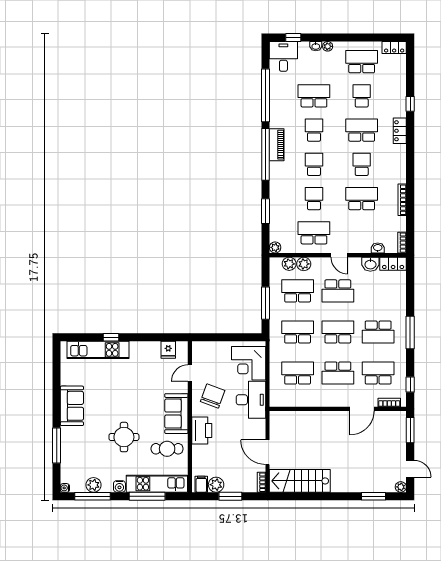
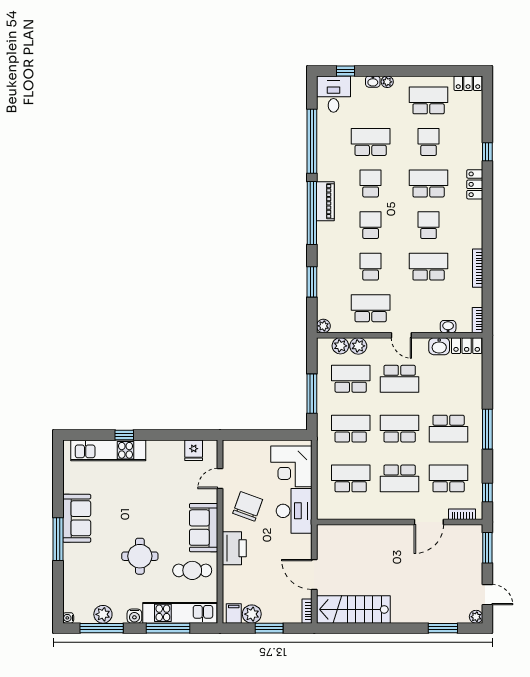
window: (57, 445) -> (58, 539), moved

